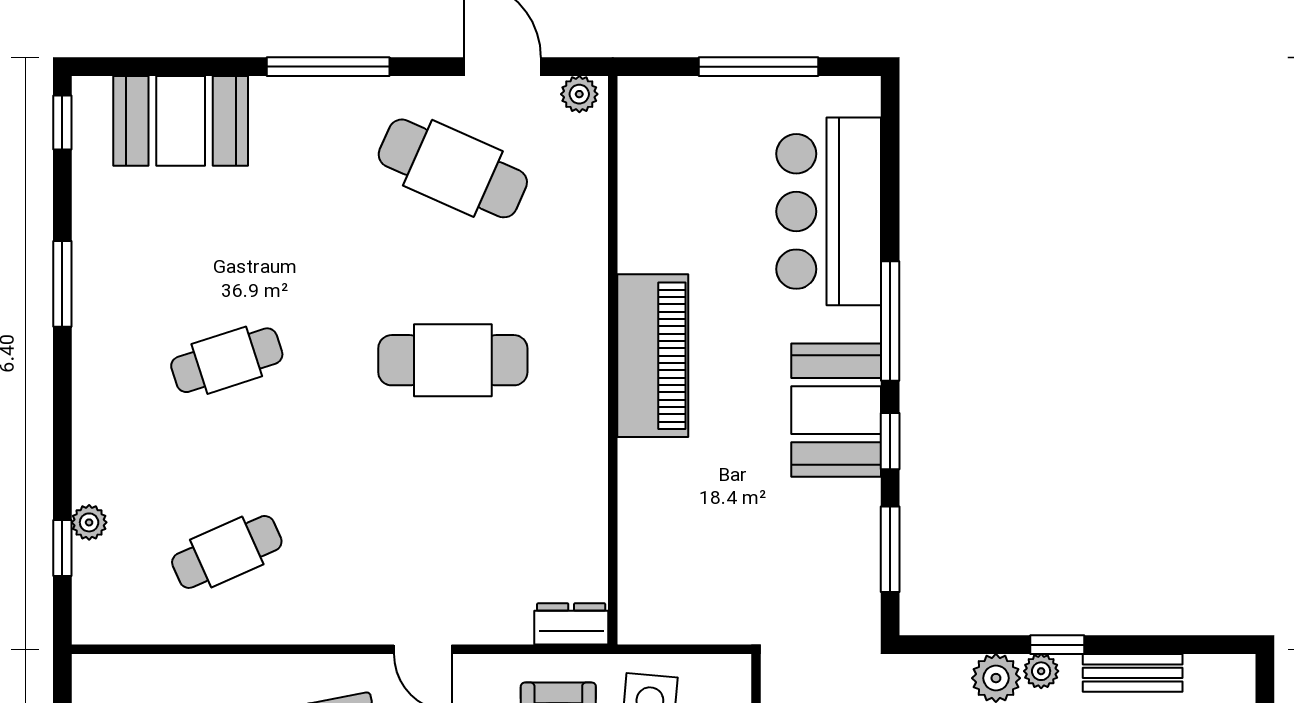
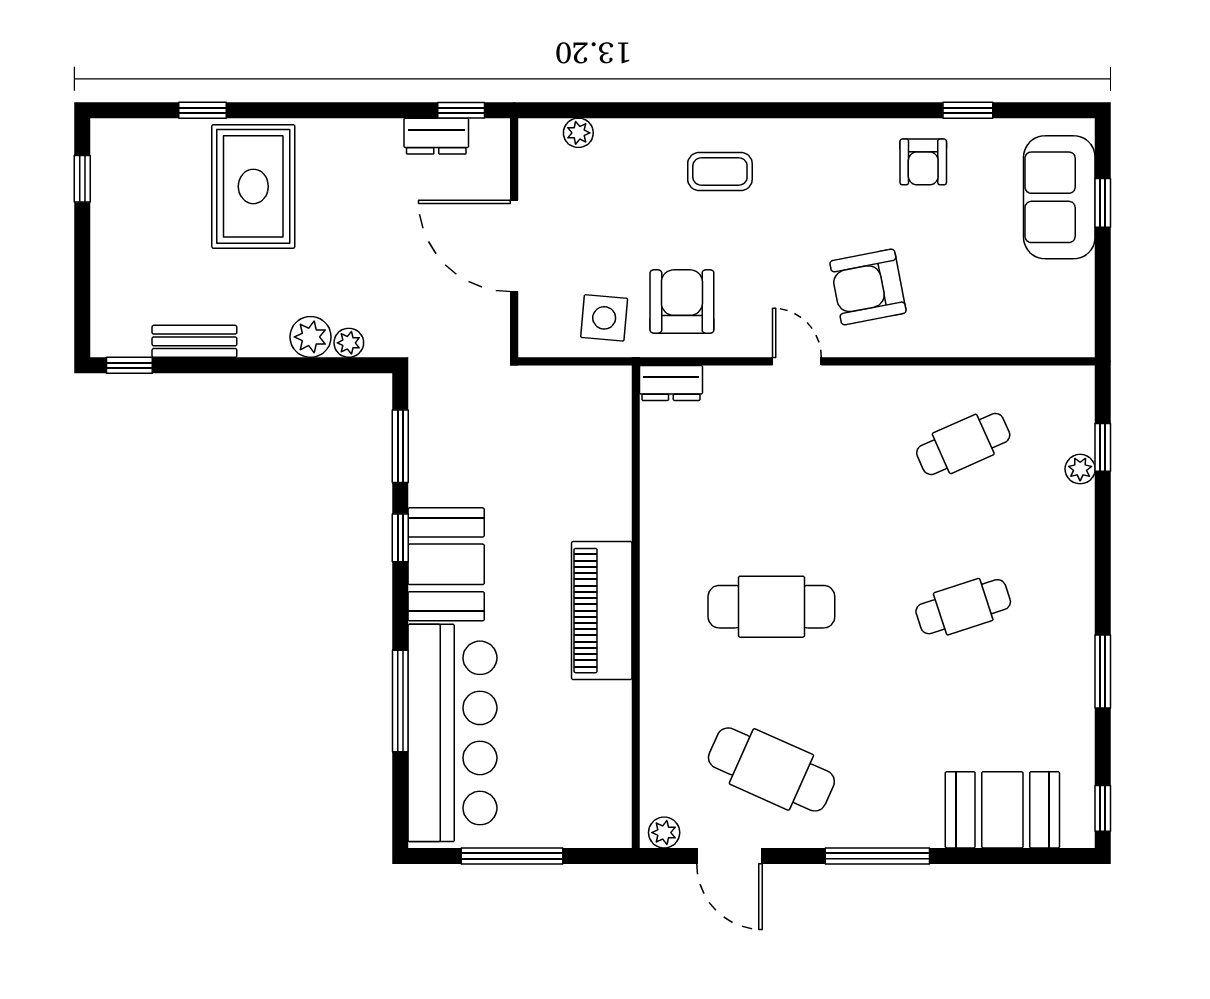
bar counter: (829, 211) -> (452, 733), width x1.36
window: (890, 321) -> (400, 701), moved
window: (1057, 645) -> (129, 365), moved
plant: (1041, 671) -> (349, 343), moved

